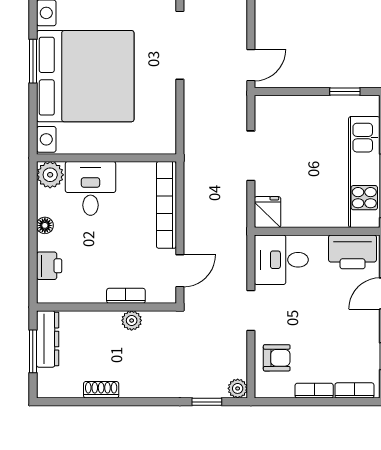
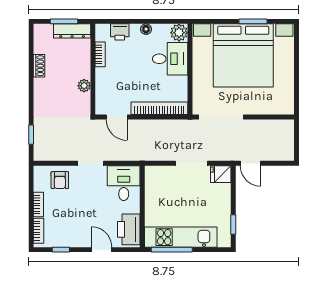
doorway: (180, 45) -> (221, 117), moved
fridge: (268, 212) -> (221, 174), moved, turned 180
bookcase: (126, 296) -> (100, 54), moved
plant: (238, 388) -> (40, 155), removed

